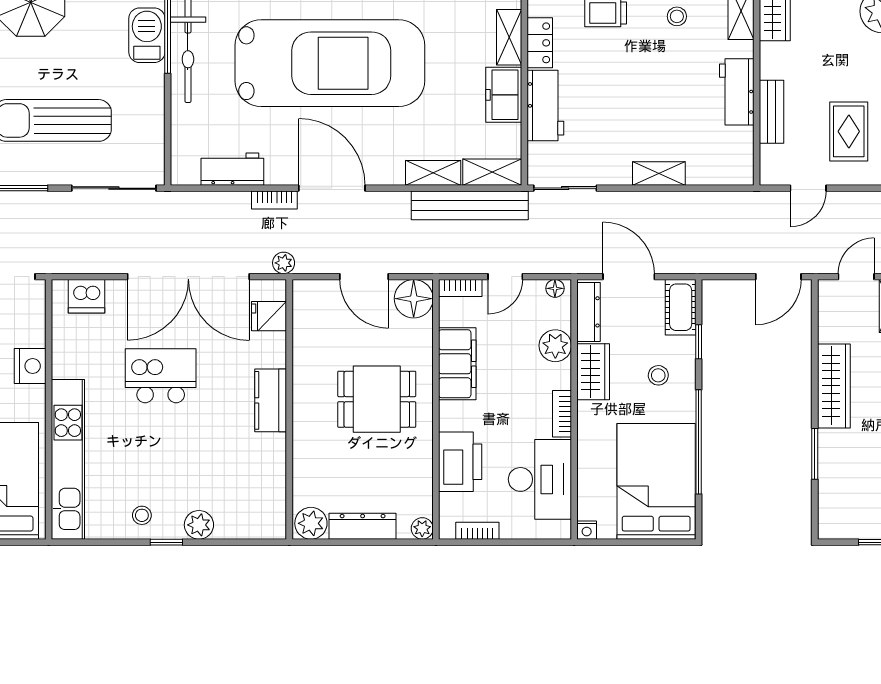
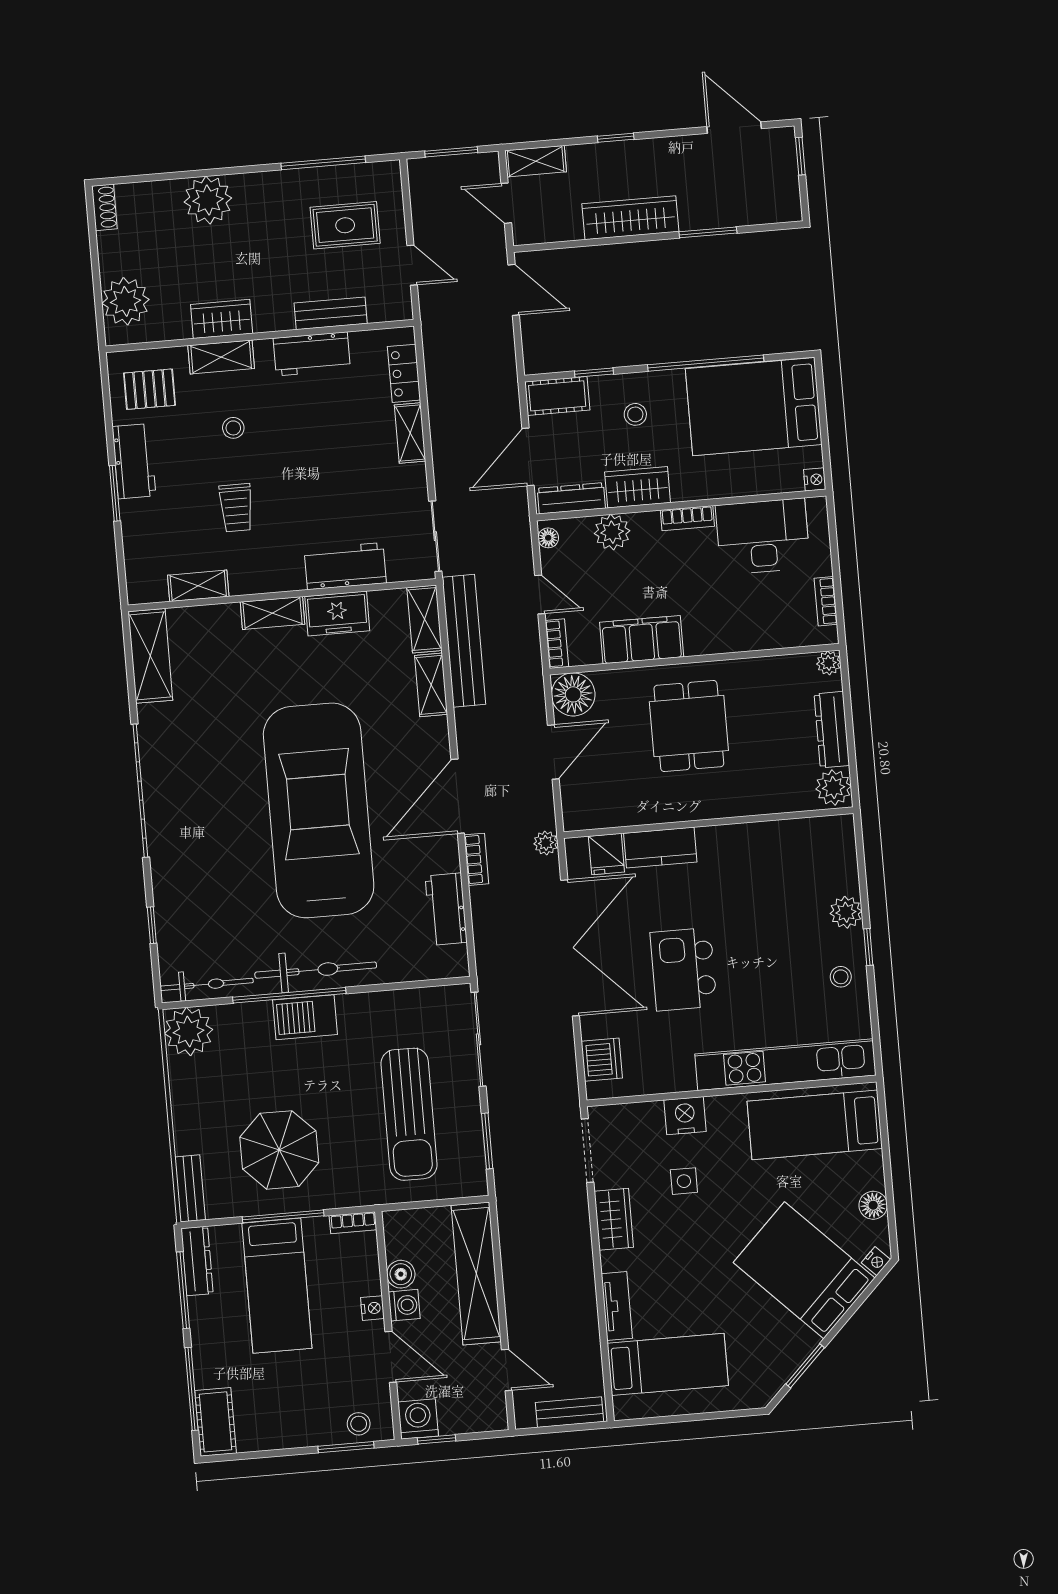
locker: (540, 43) -> (404, 373), moved, turned -90
kitchen counter: (271, 400) -> (660, 848), moved
printer: (460, 462) -> (751, 627), removed

